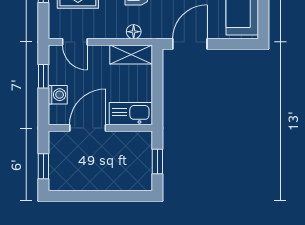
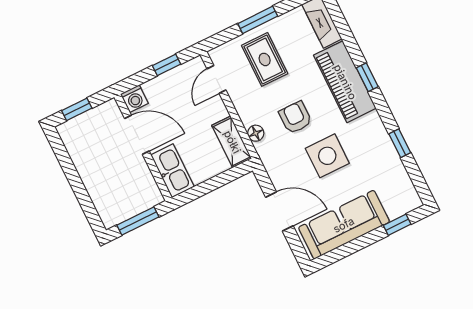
door: (190, 44) -> (279, 211), moved
washing machine: (58, 95) -> (134, 99), moved
window: (157, 161) -> (138, 221), width x1.50

